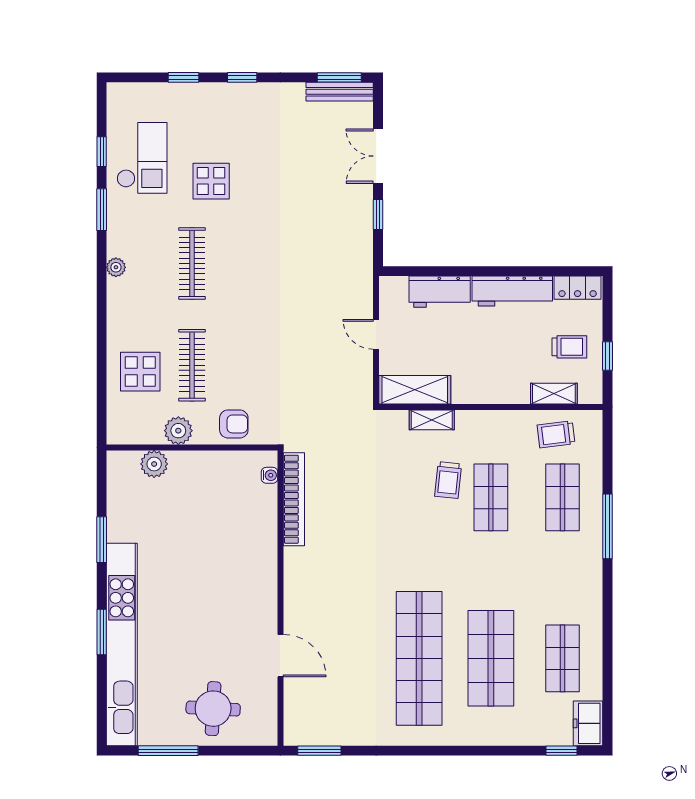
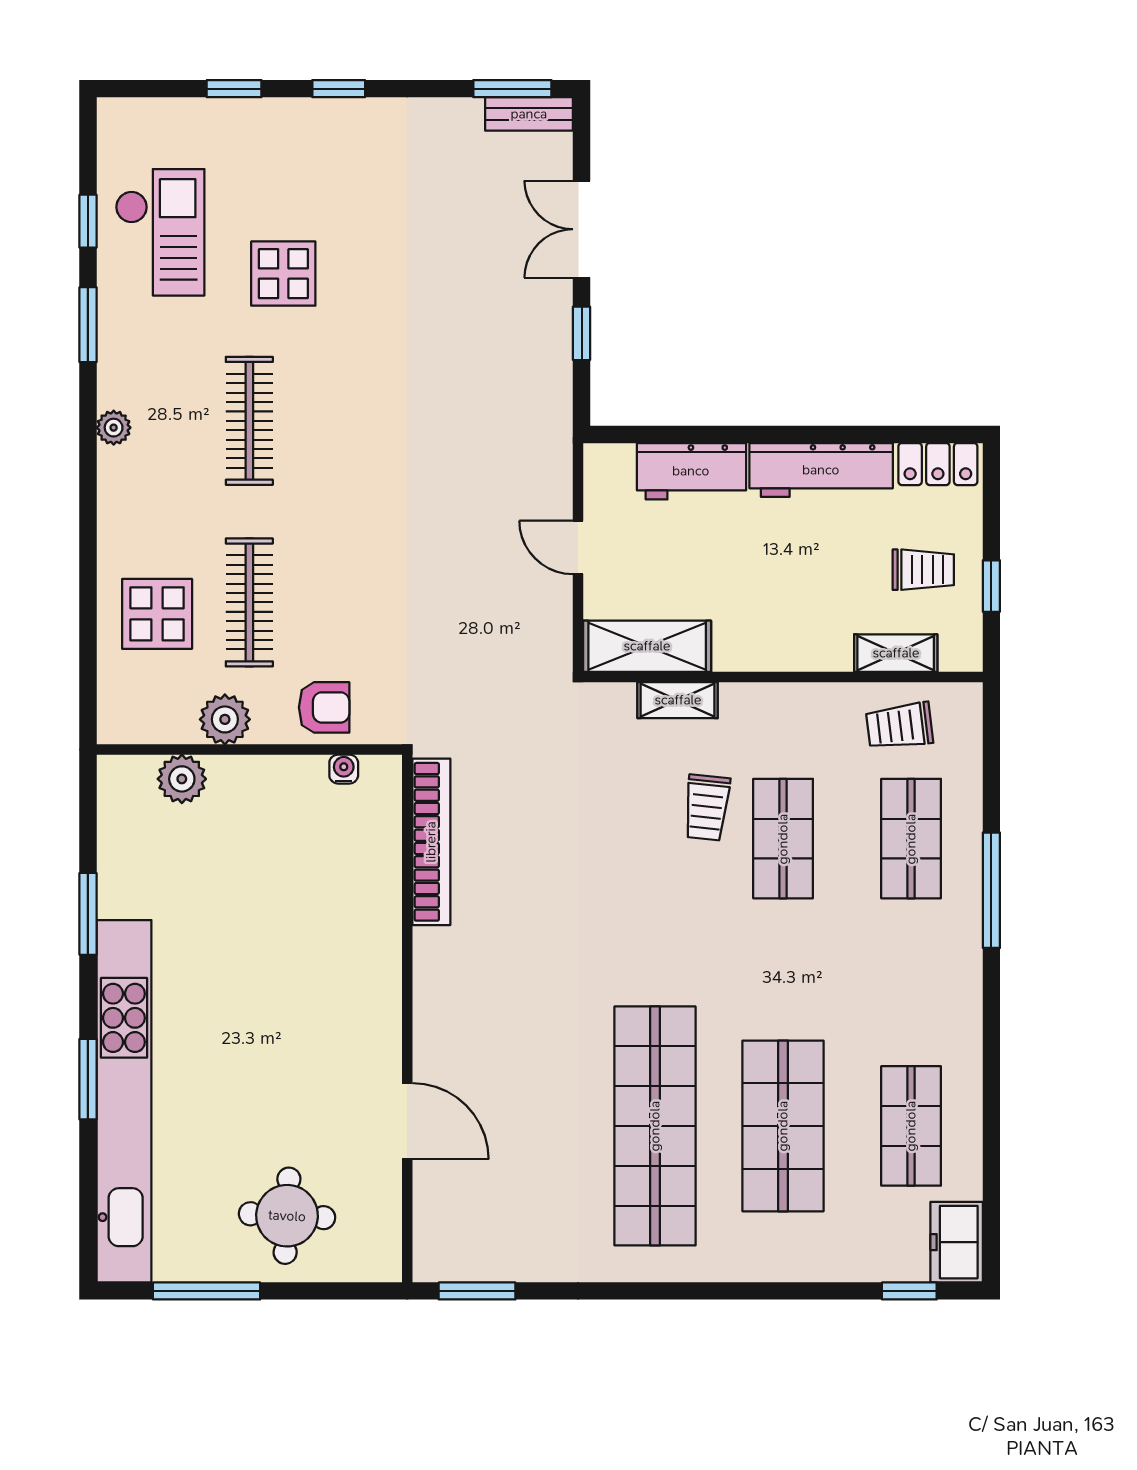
bench: (340, 92) -> (529, 114), width x0.73
water cooler: (270, 475) -> (344, 769), moved, turned -90

